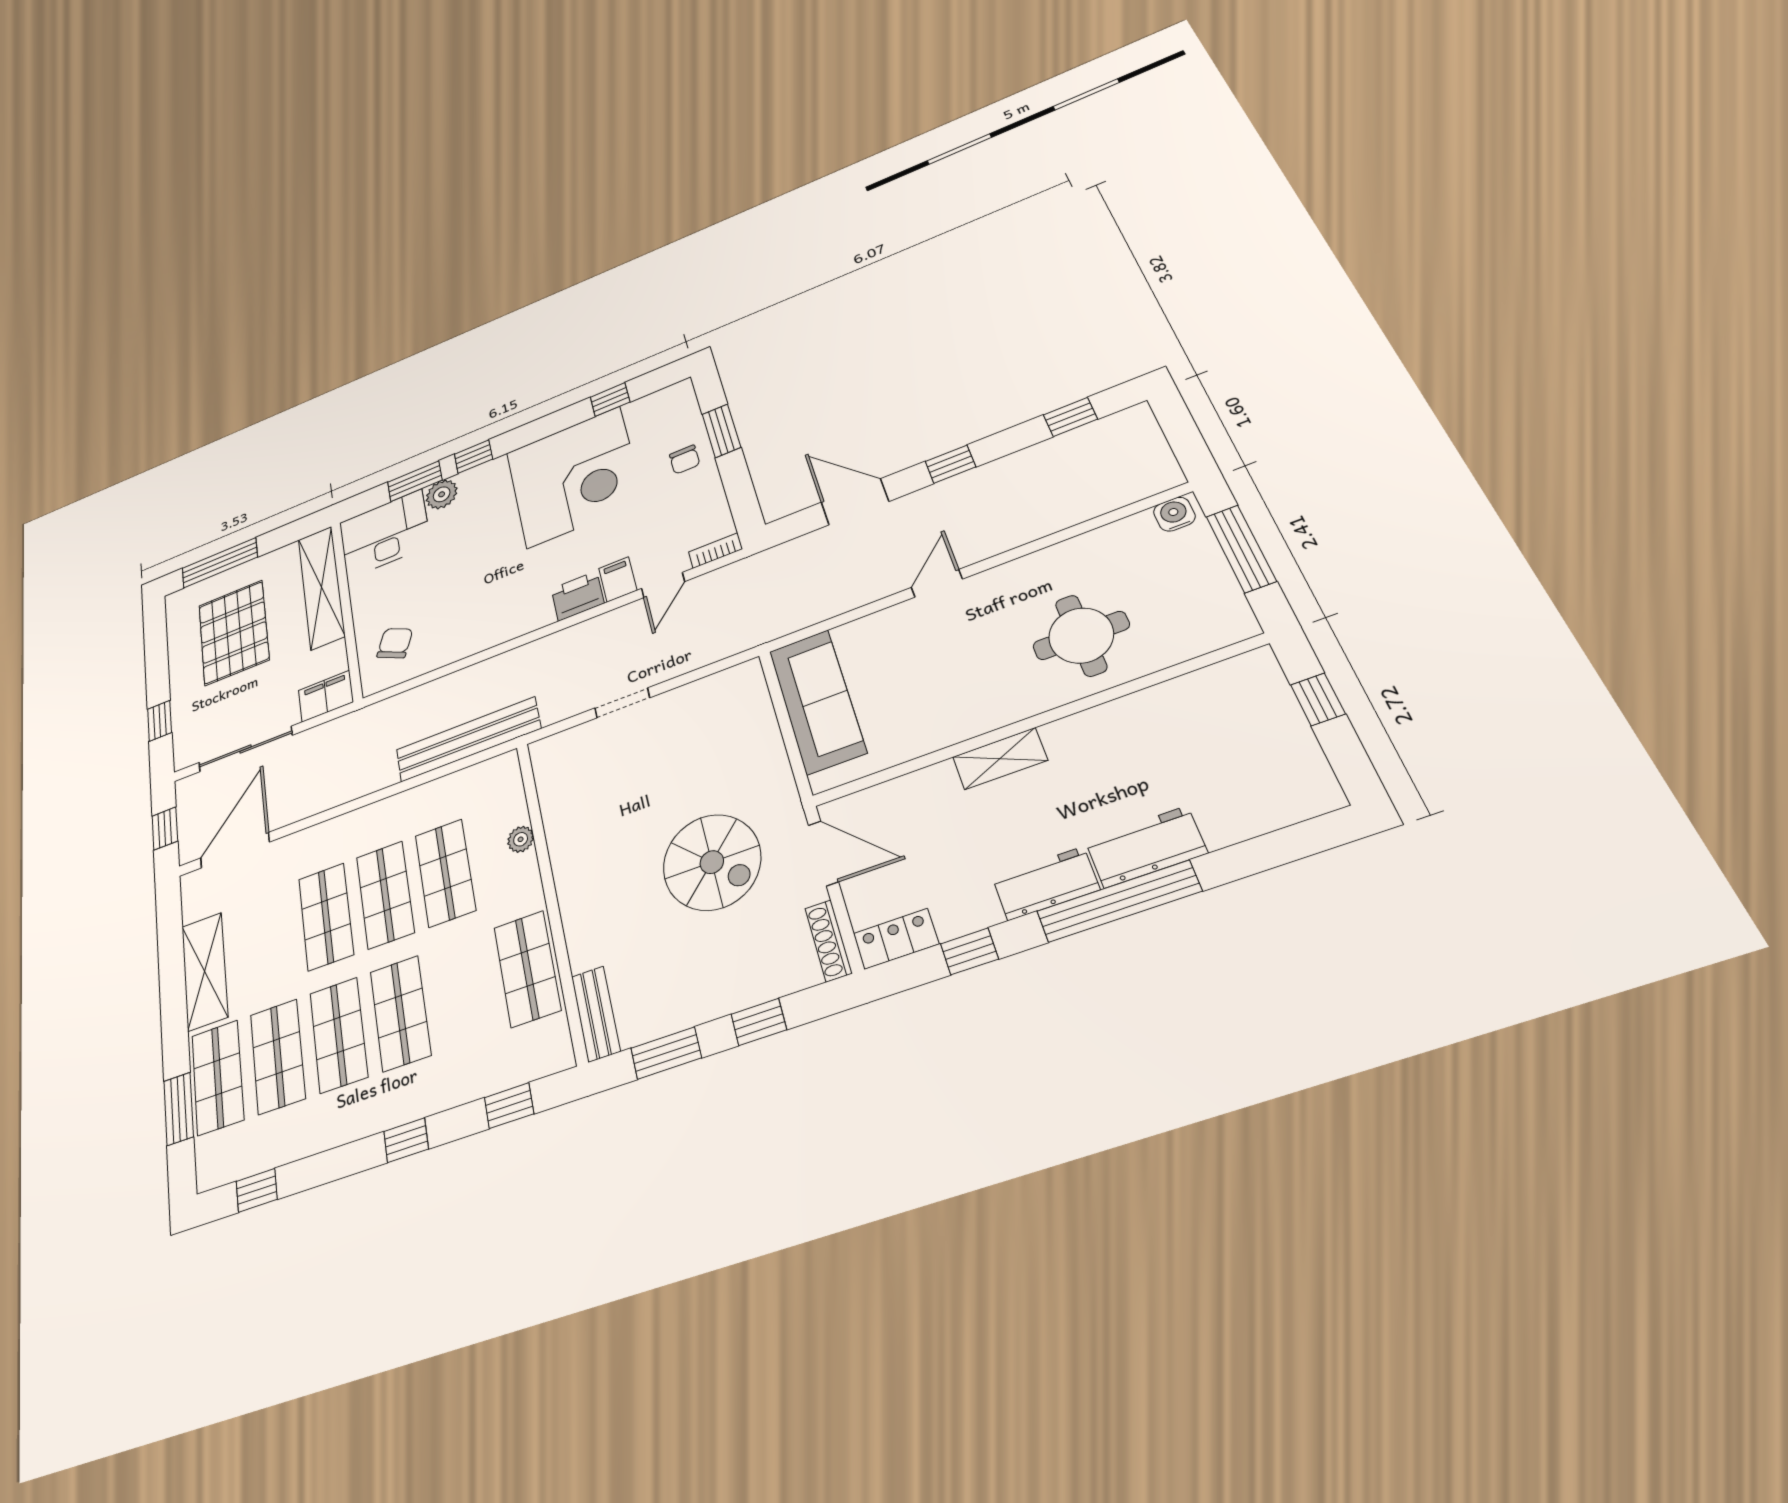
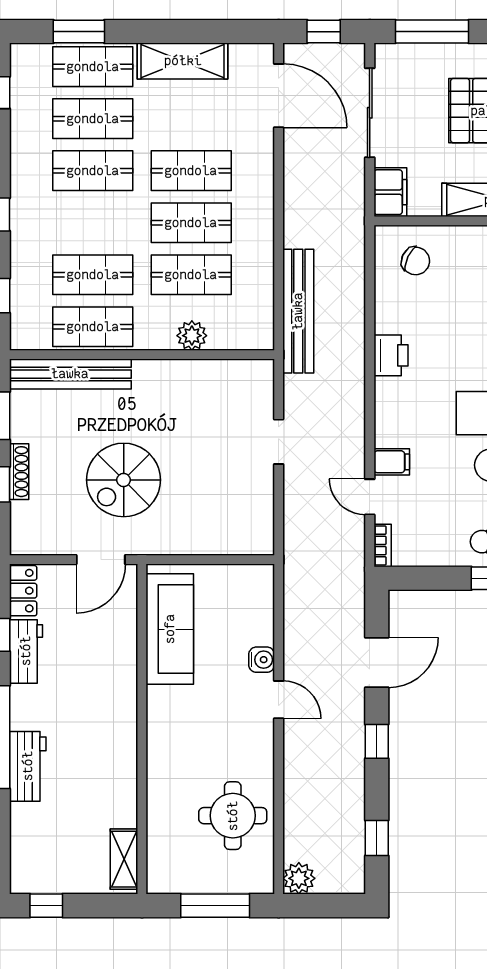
plant: (1159, 474) -> (299, 878), added
water cooler: (1174, 514) -> (262, 660), moved
printer: (578, 596) -> (391, 355), moved
round table: (1081, 635) -> (233, 816), moved
window: (1318, 699) -> (46, 906), moved
sofa: (817, 701) -> (170, 629), moved, turned -90
window: (160, 721) -> (432, 32), width x2.17
shelving: (1000, 759) -> (124, 859), moved
plant: (521, 839) -> (192, 336), width x1.38, depth x1.38
workbench: (1046, 883) -> (26, 651), moved
shoe rack: (828, 941) -> (19, 472), moved, turned 90
shop shelf: (400, 1013) -> (93, 275), moved
bench: (596, 1014) -> (70, 374), width x1.86, depth x1.21

